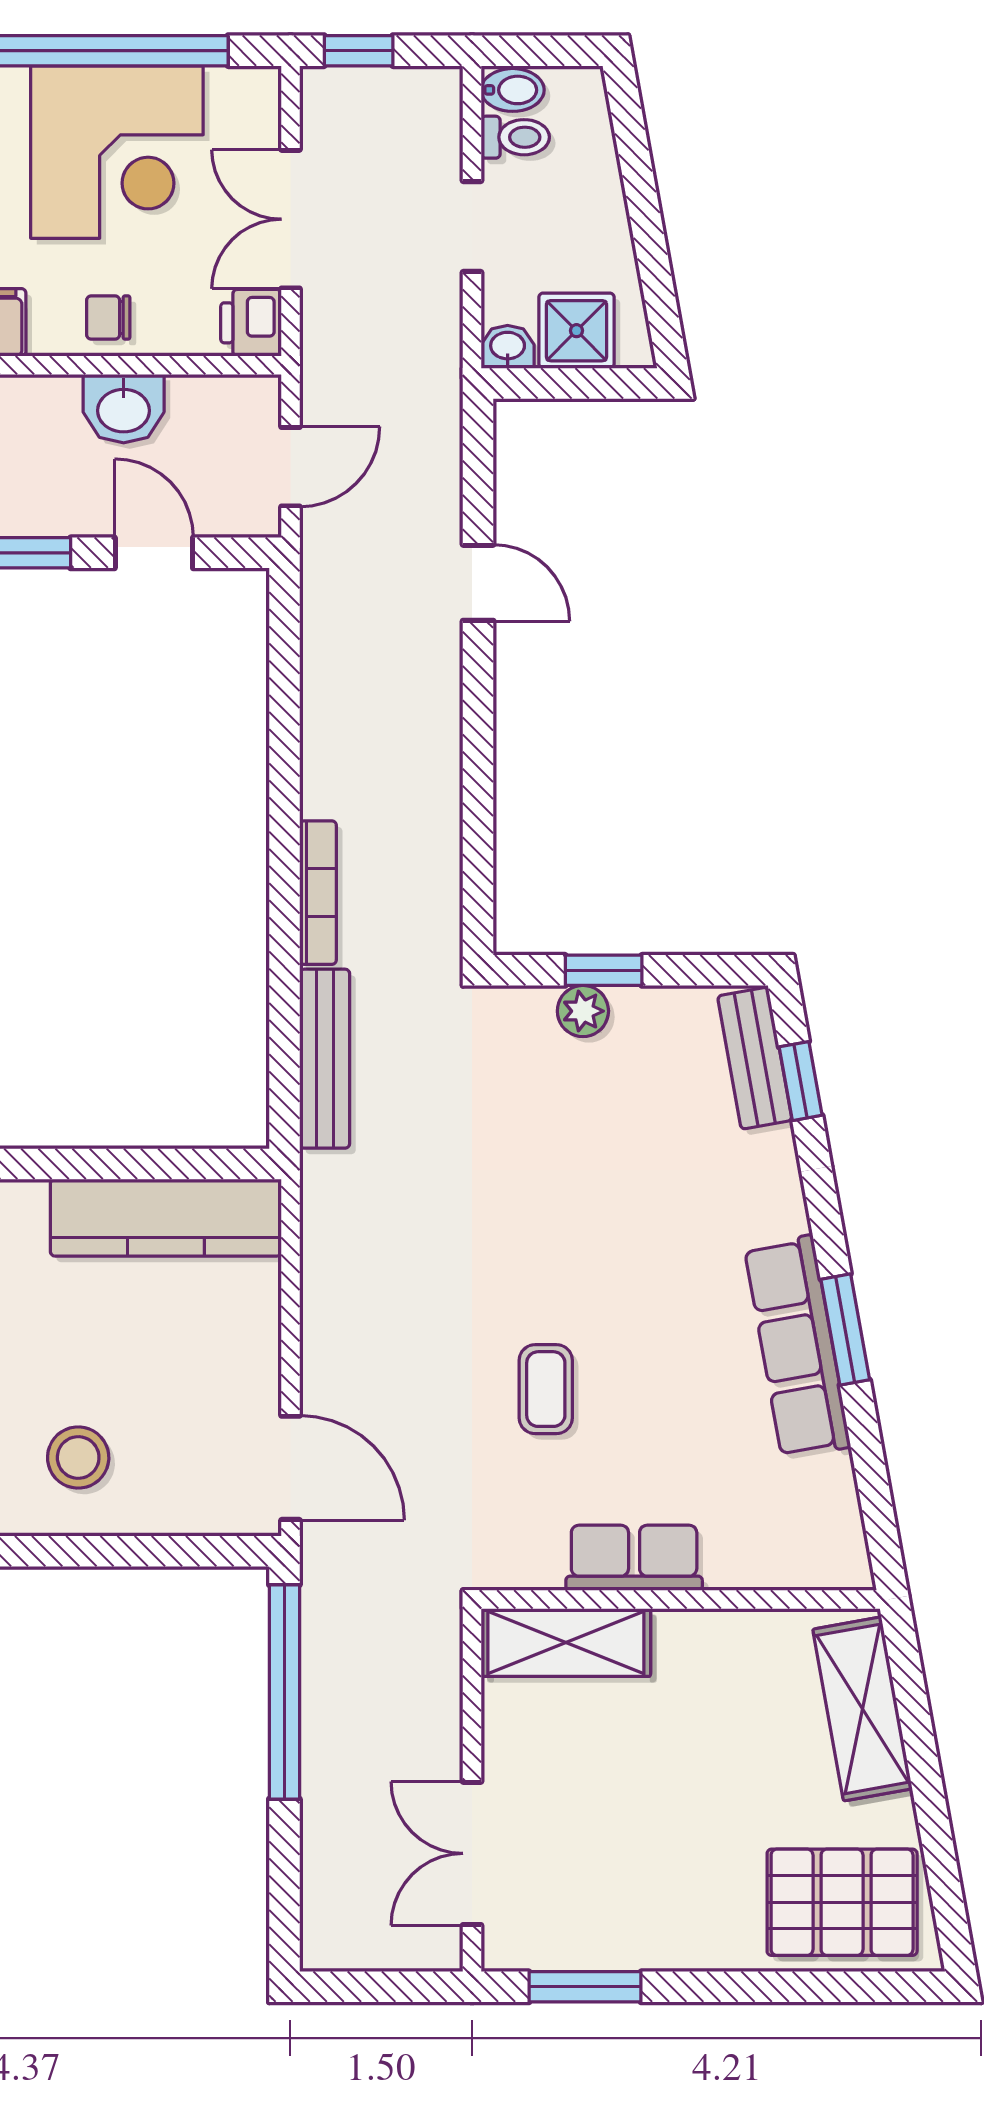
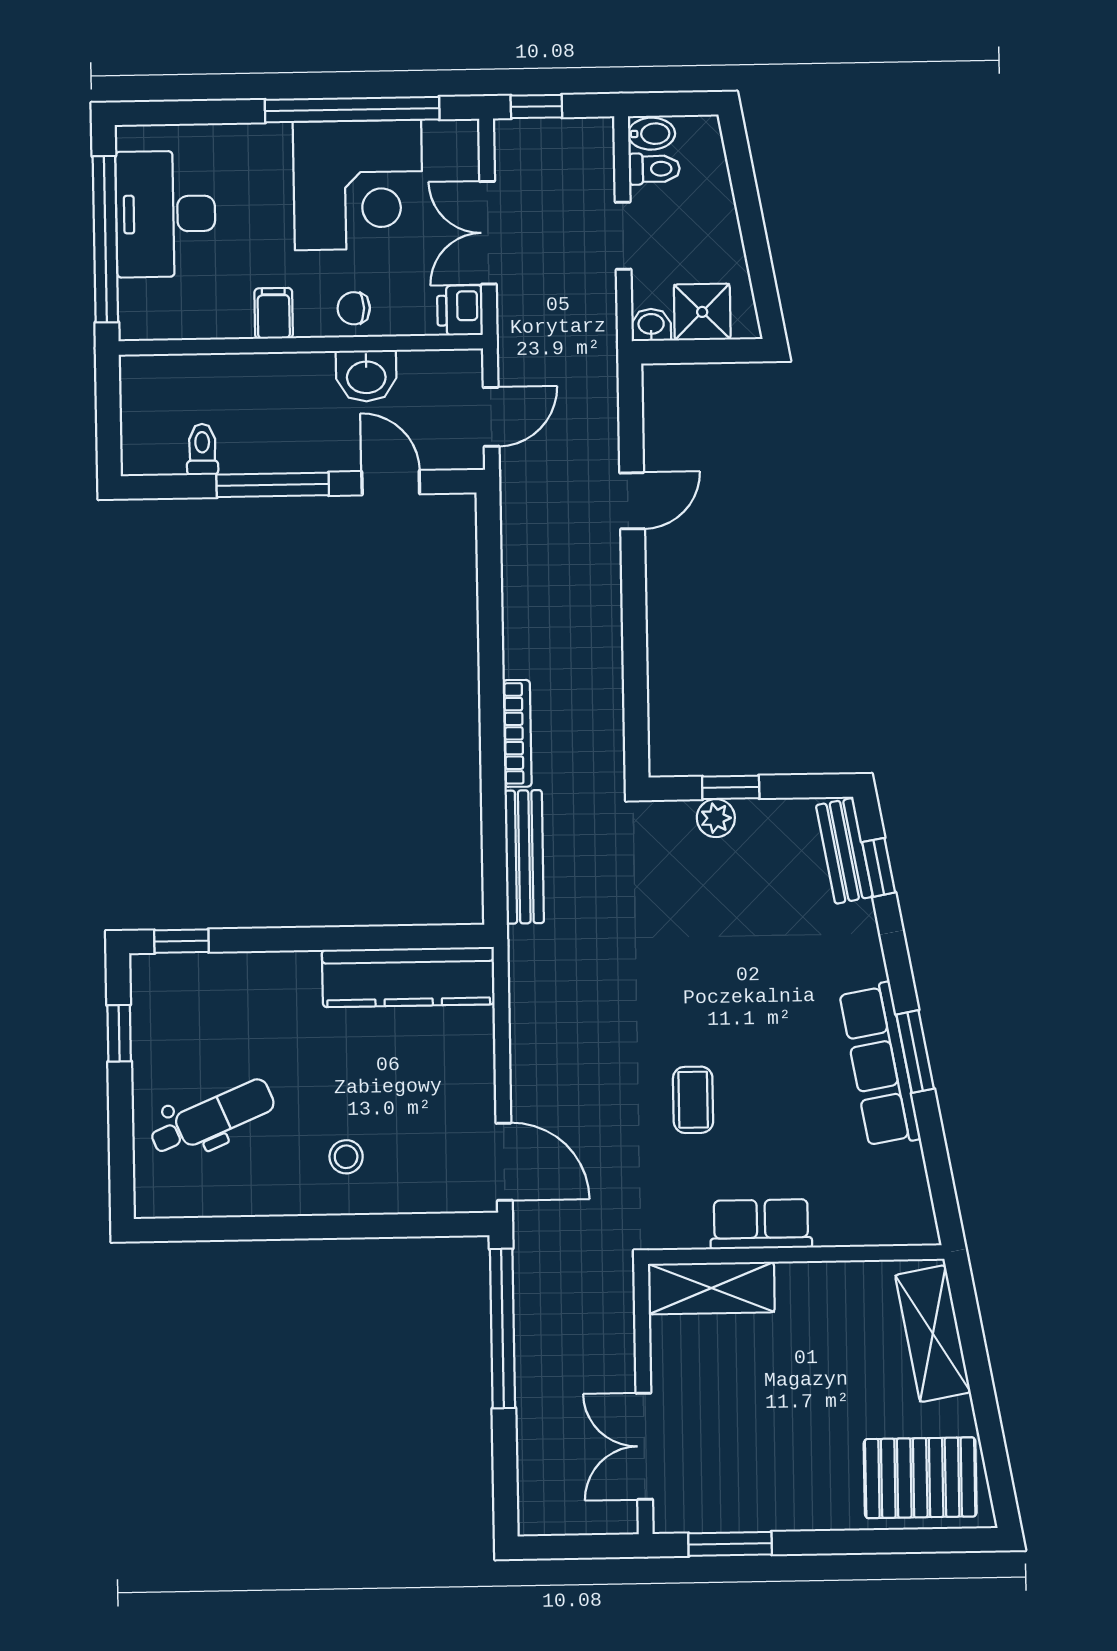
door: (478, 583) -> (632, 501), hinge flipped
stool: (78, 1458) -> (346, 1157), width x0.73, depth x0.73

